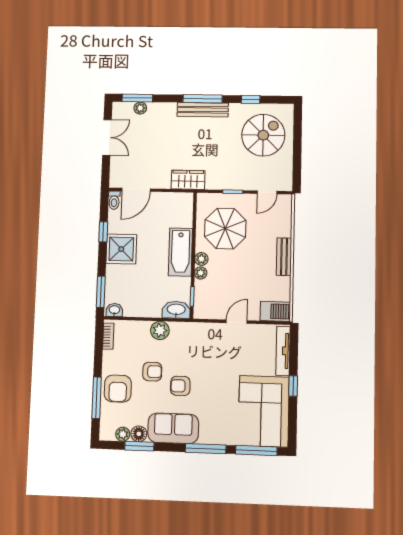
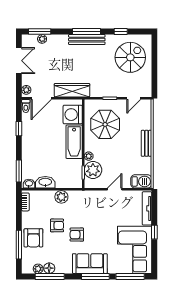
plant: (116, 178) -> (26, 90), added
wardrobe: (188, 180) -> (72, 90), width x1.50
washing machine: (180, 214) -> (73, 115), added
shower: (121, 249) -> (32, 141), removed
plant: (201, 259) -> (93, 170), moved, width x1.88, depth x1.88
washbasin: (176, 310) -> (45, 182), moved
sofa: (173, 428) -> (90, 264), moved
window: (139, 446) -> (50, 276), width x1.44

